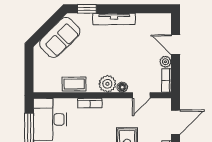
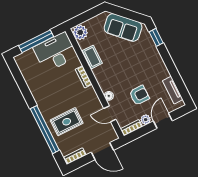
tv unit: (114, 19) -> (173, 90), moved, width x0.71
armchair: (137, 56) -> (139, 95), added
plant: (107, 84) -> (80, 32), moved

